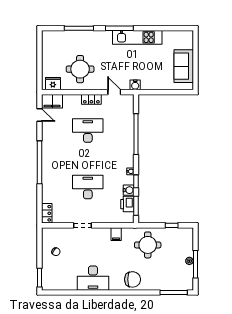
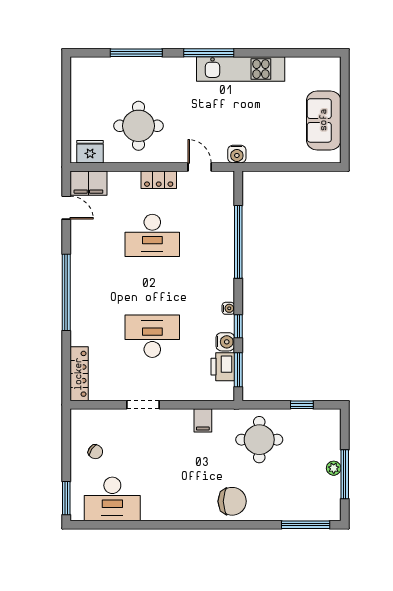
desk: (88, 131) -> (152, 235), turned 180
locker: (47, 213) -> (79, 374), width x1.53
desk: (93, 278) -> (112, 499), moved

